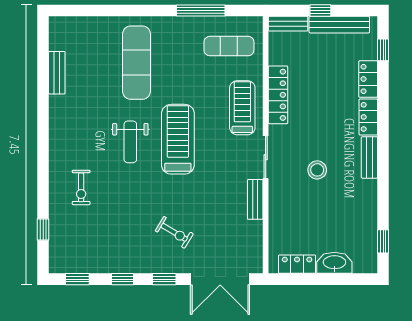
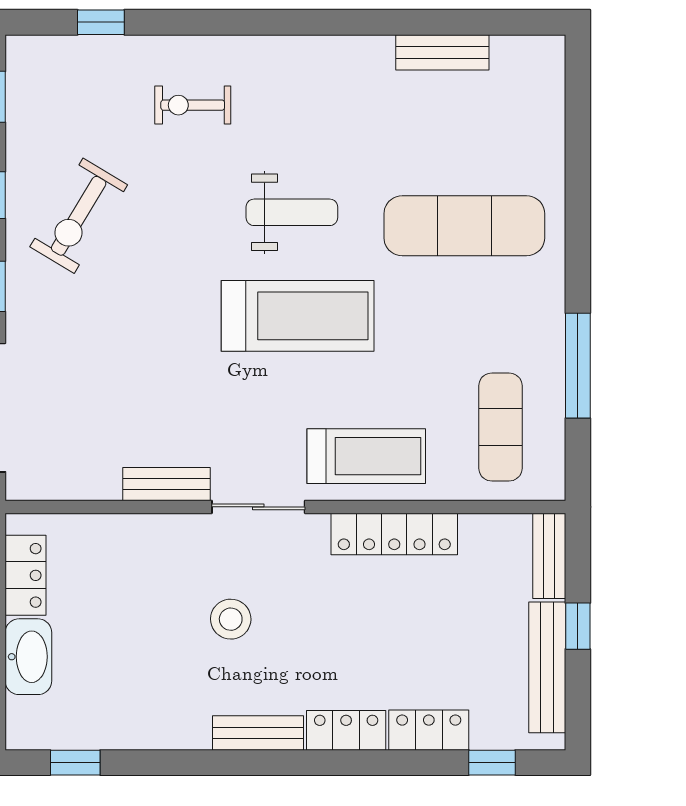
weight bench: (130, 142) -> (292, 212), turned 180
exercise bike: (174, 232) -> (79, 216), moved, width x1.38, depth x1.39

